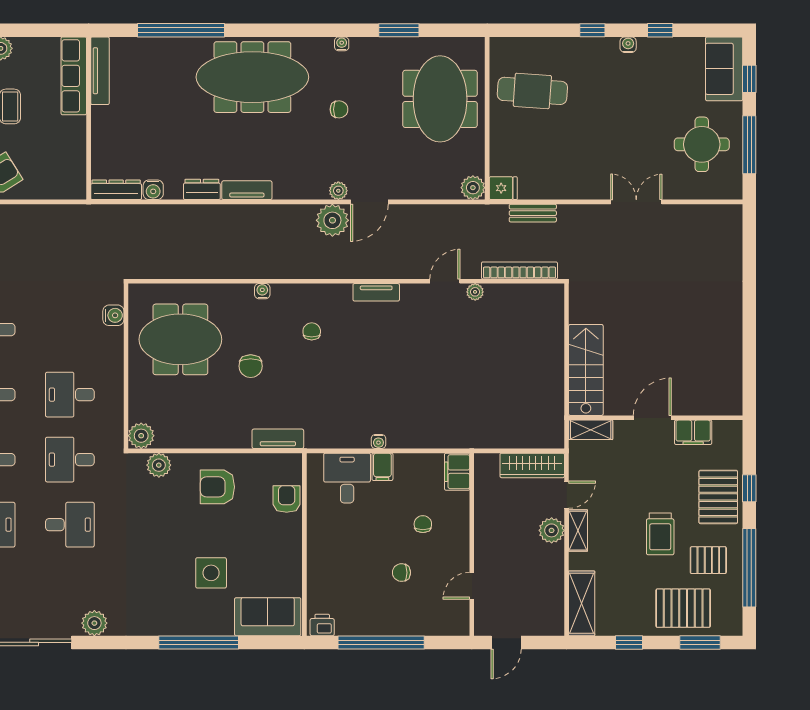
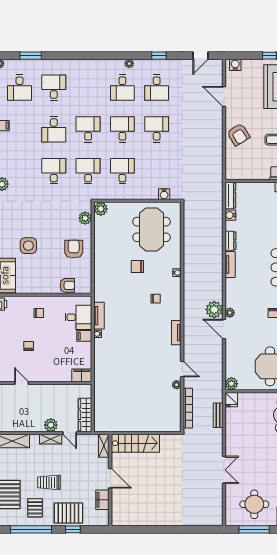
tv unit: (278, 439) -> (99, 316), moved
chair: (423, 524) -> (39, 313), moved
desk: (70, 525) -> (54, 171), turned 180

